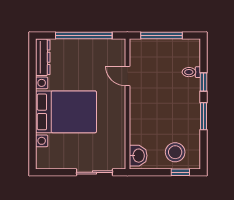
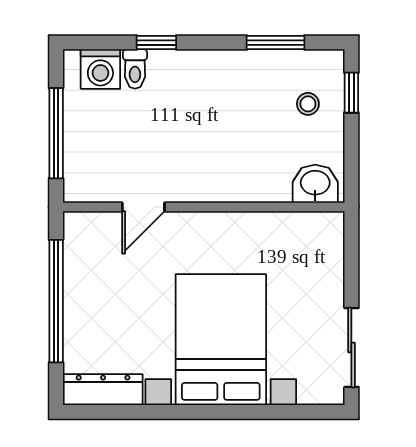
washing machine: (191, 56) -> (100, 69), added
window: (204, 116) -> (276, 43), moved
stool: (175, 152) -> (308, 104), width x0.53, depth x0.53
sliding door: (94, 172) -> (351, 348), moved

